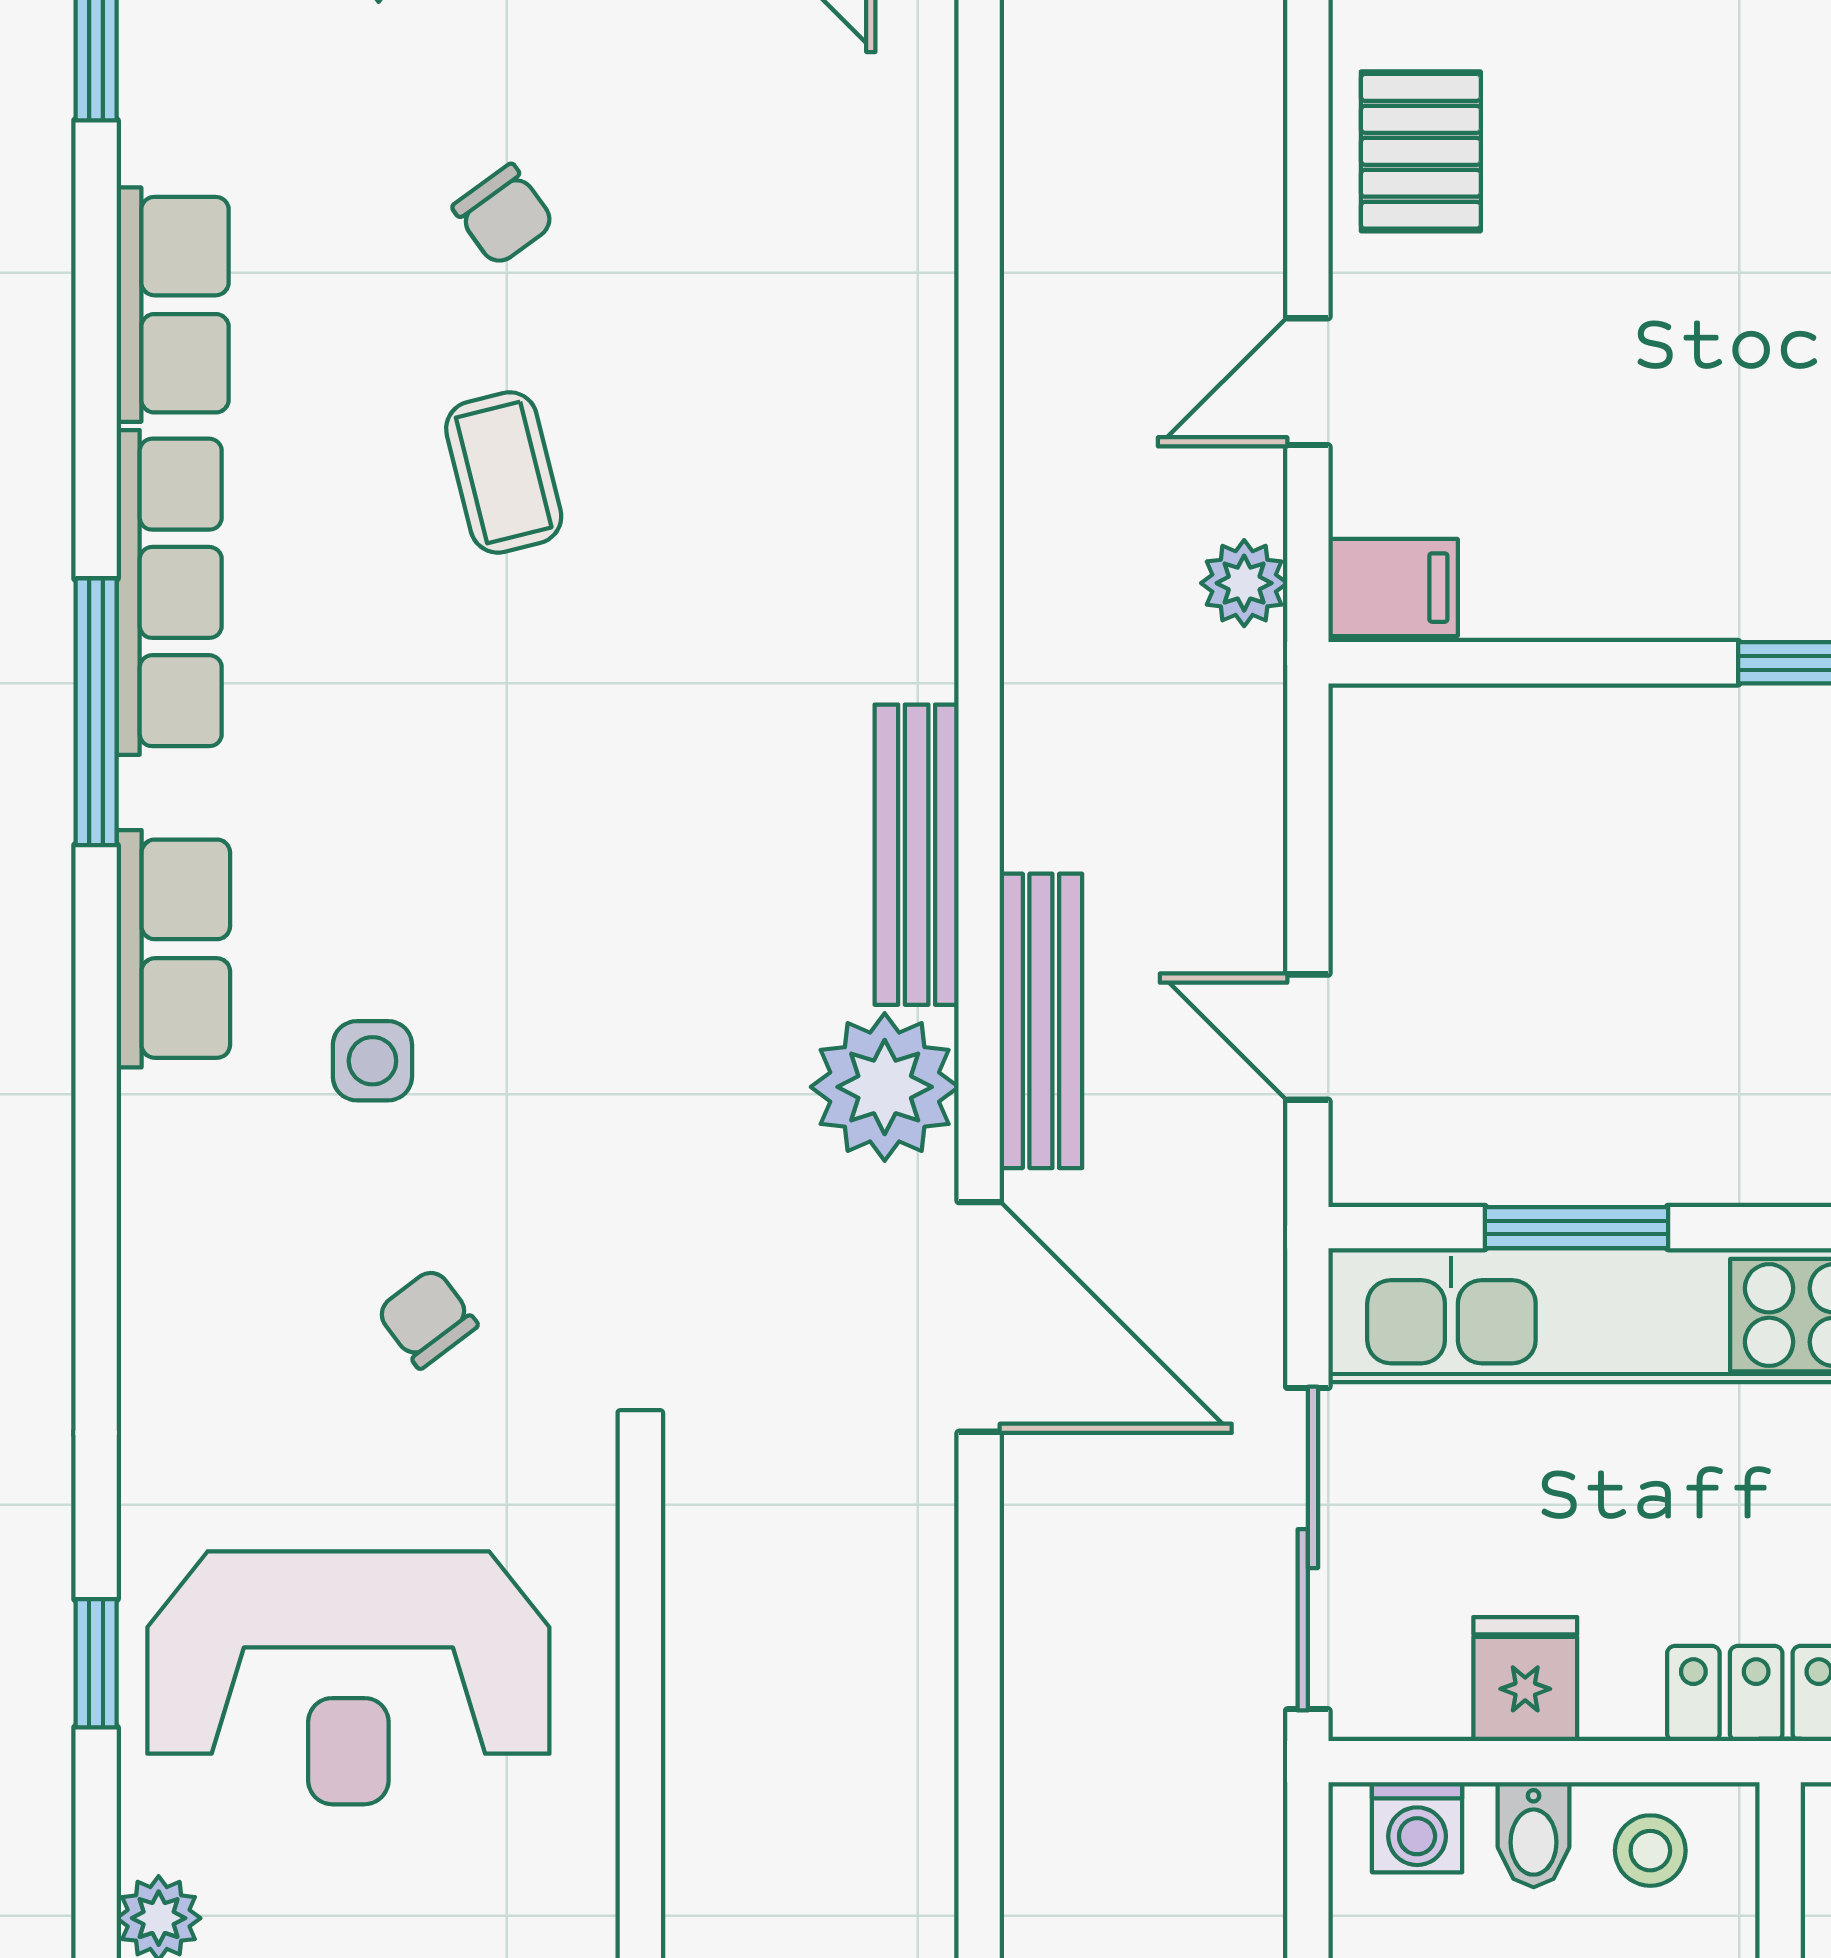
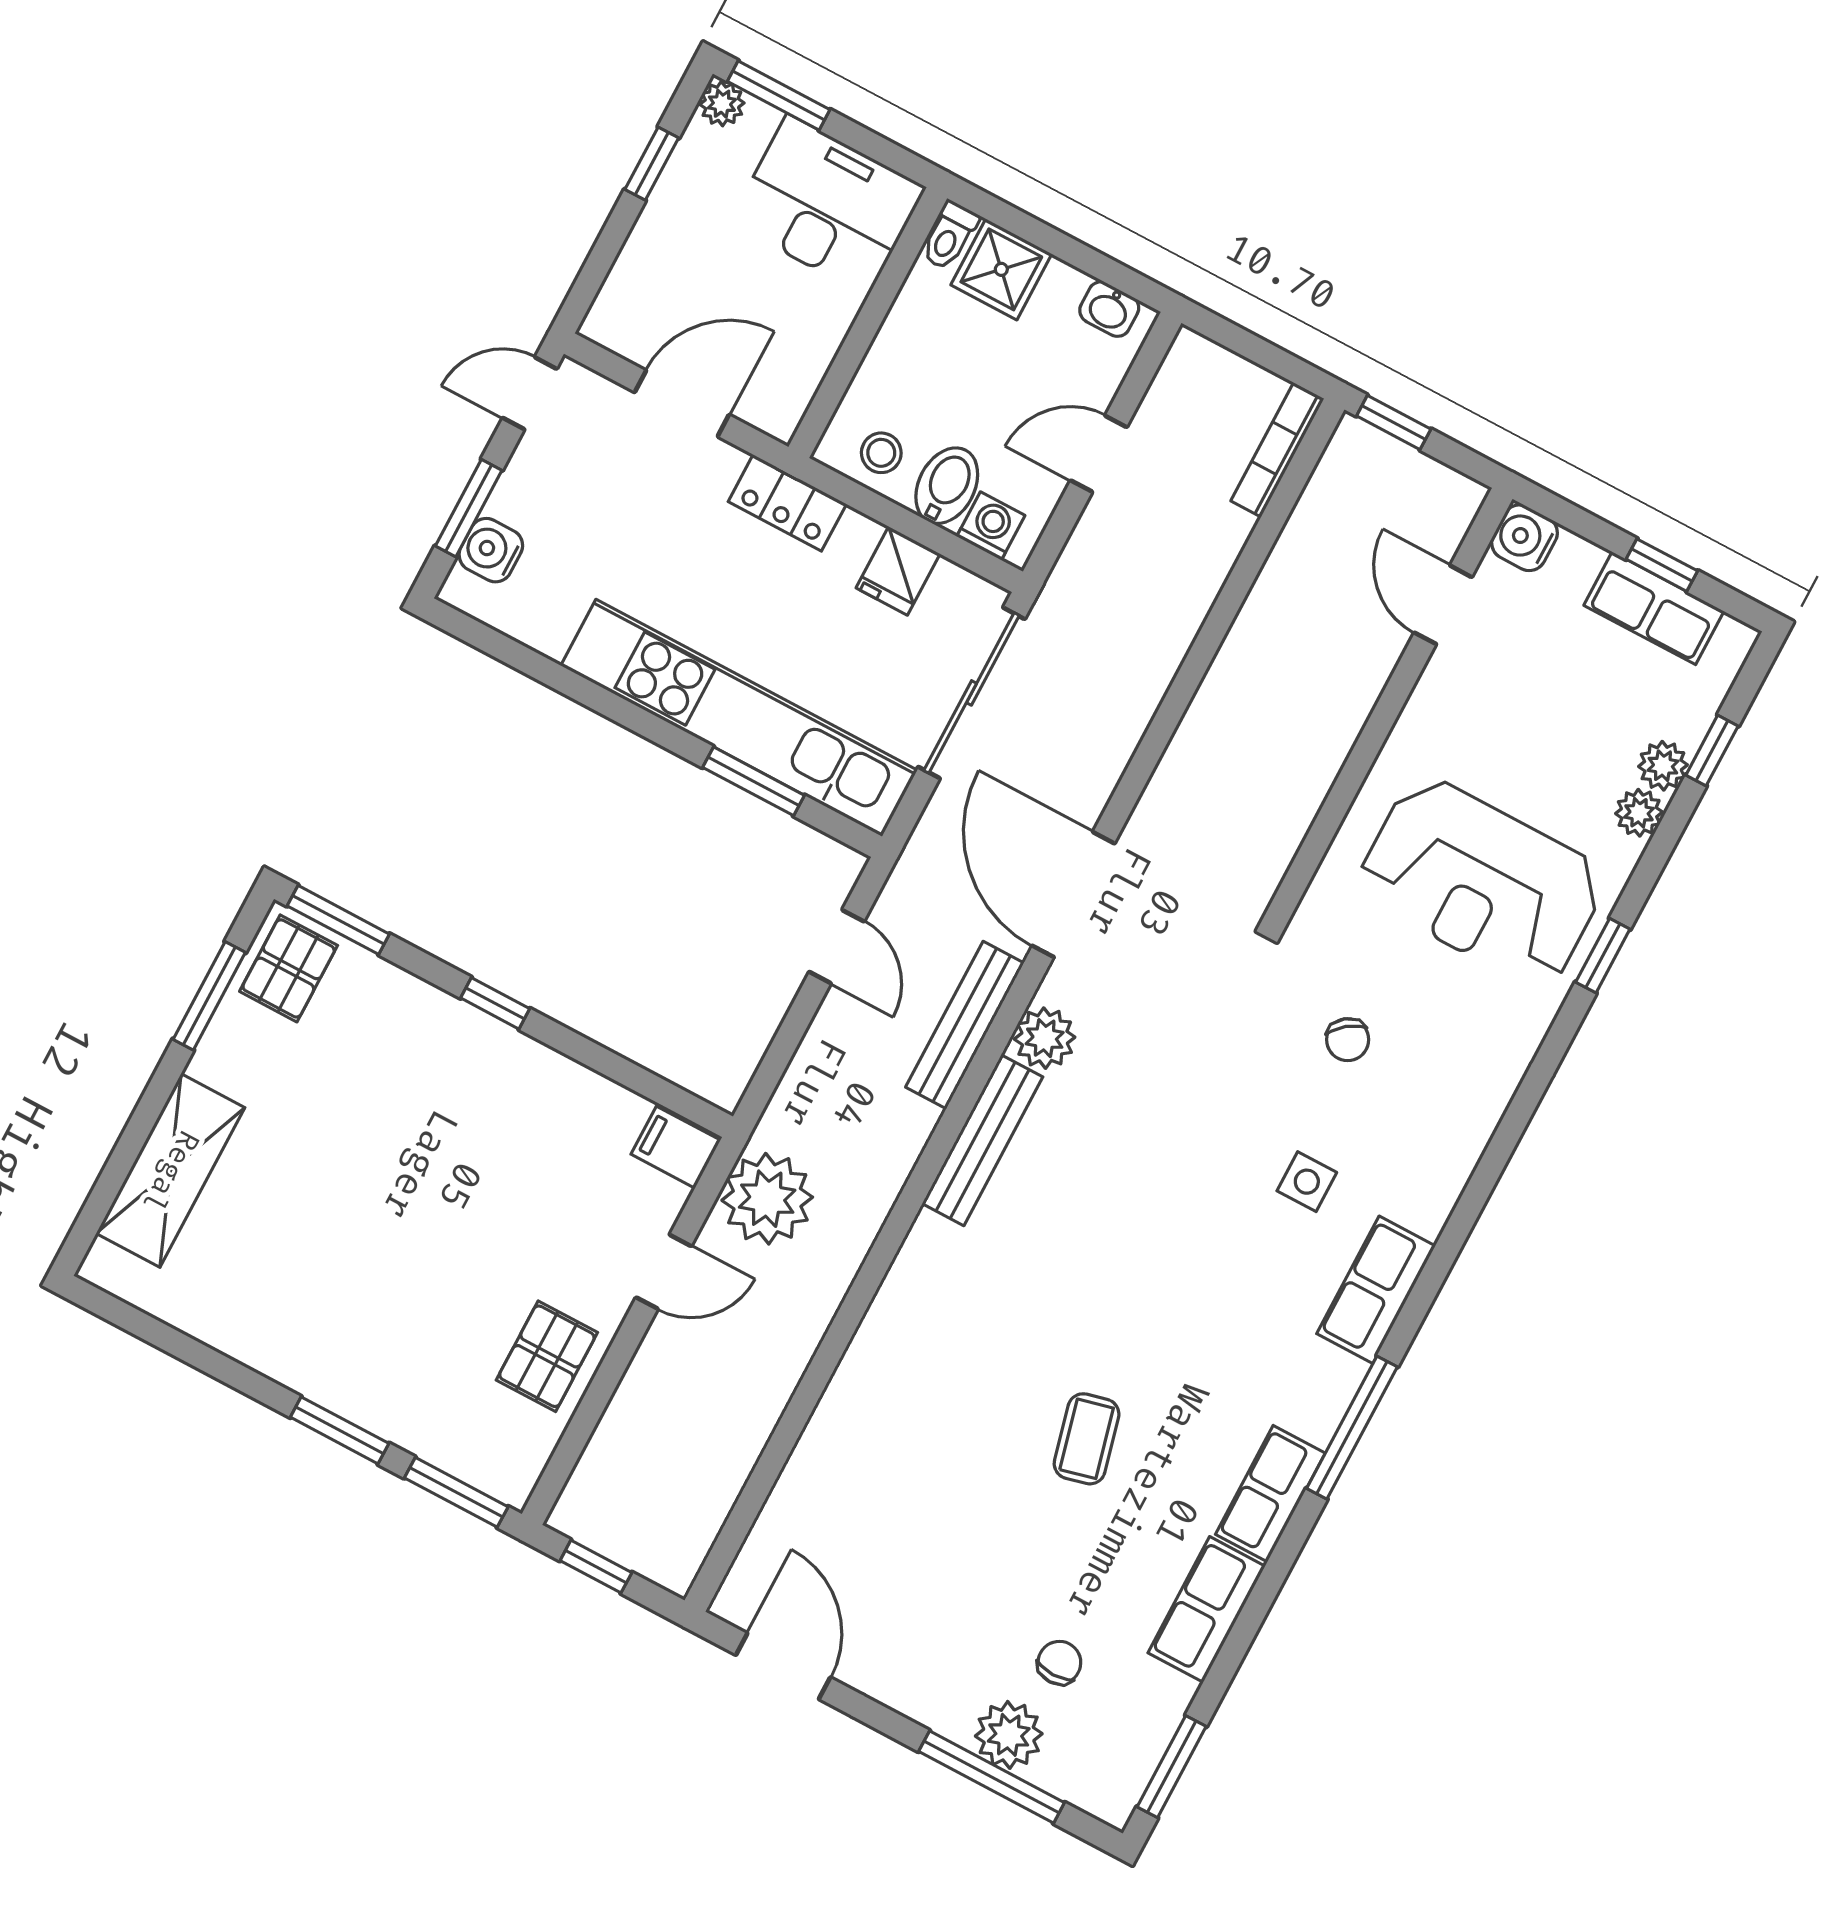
chair: (504, 215) -> (1059, 1663), moved, turned 36
plant: (1244, 583) -> (767, 1199), width x1.88, depth x1.88
row of seats: (169, 592) -> (1270, 1494), width x0.68
plant: (885, 1087) -> (1045, 1038), width x0.73, depth x0.73
reception desk: (348, 1678) -> (1482, 882), turned 180
bidet: (1534, 1835) -> (947, 486), width x1.38, depth x1.36

